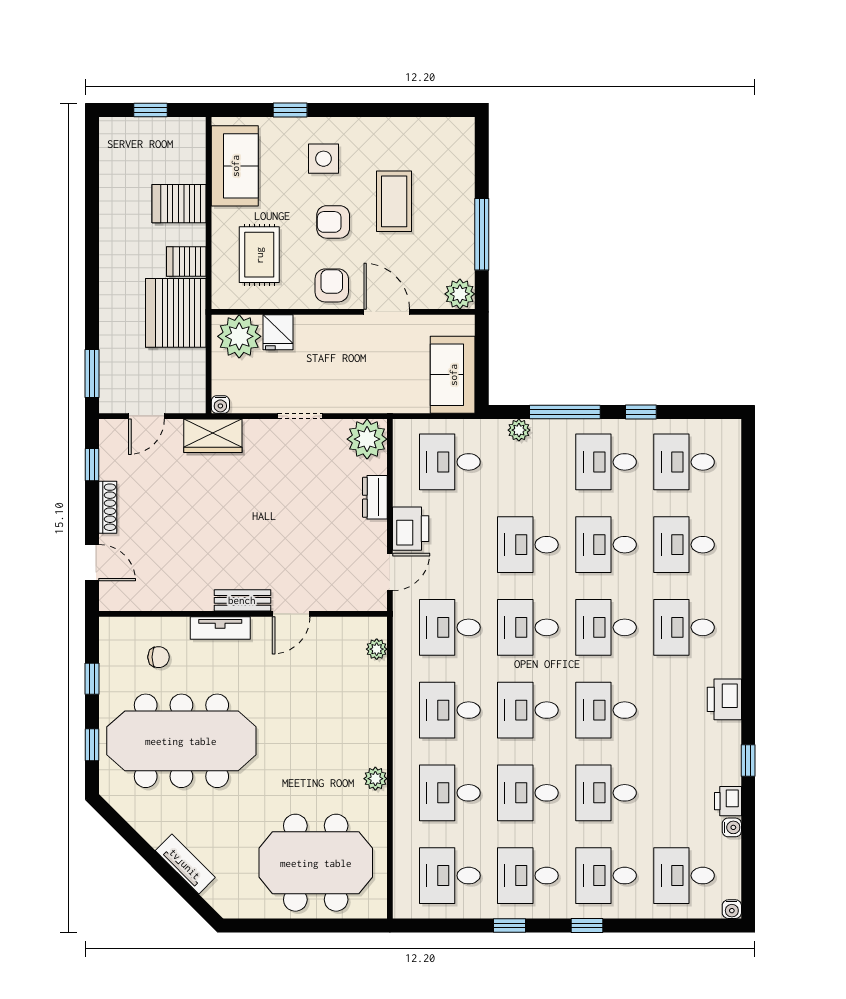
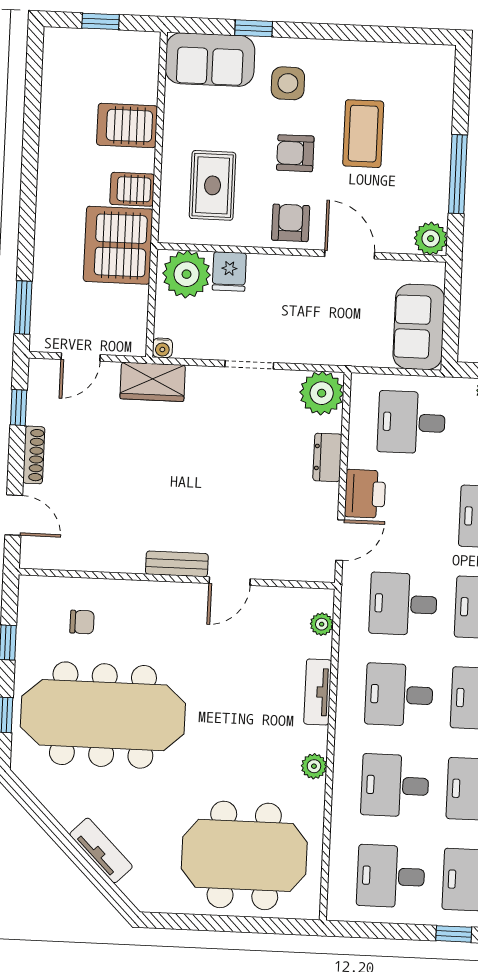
sofa: (235, 166) -> (210, 60), moved, turned 90
tv unit: (220, 628) -> (318, 692), moved, turned 90

